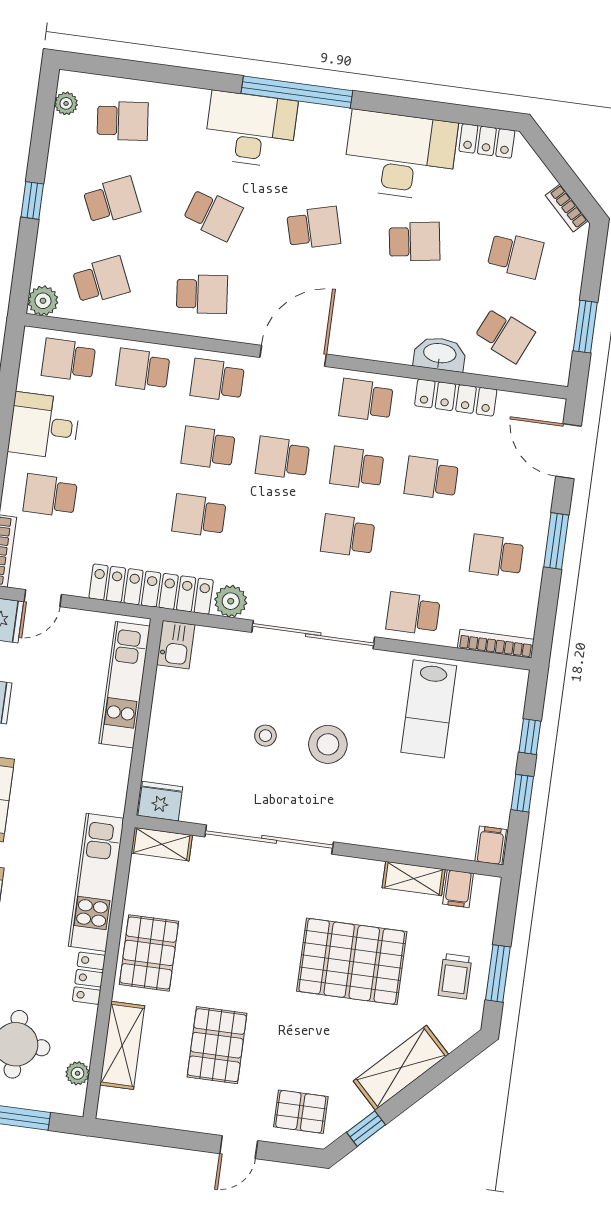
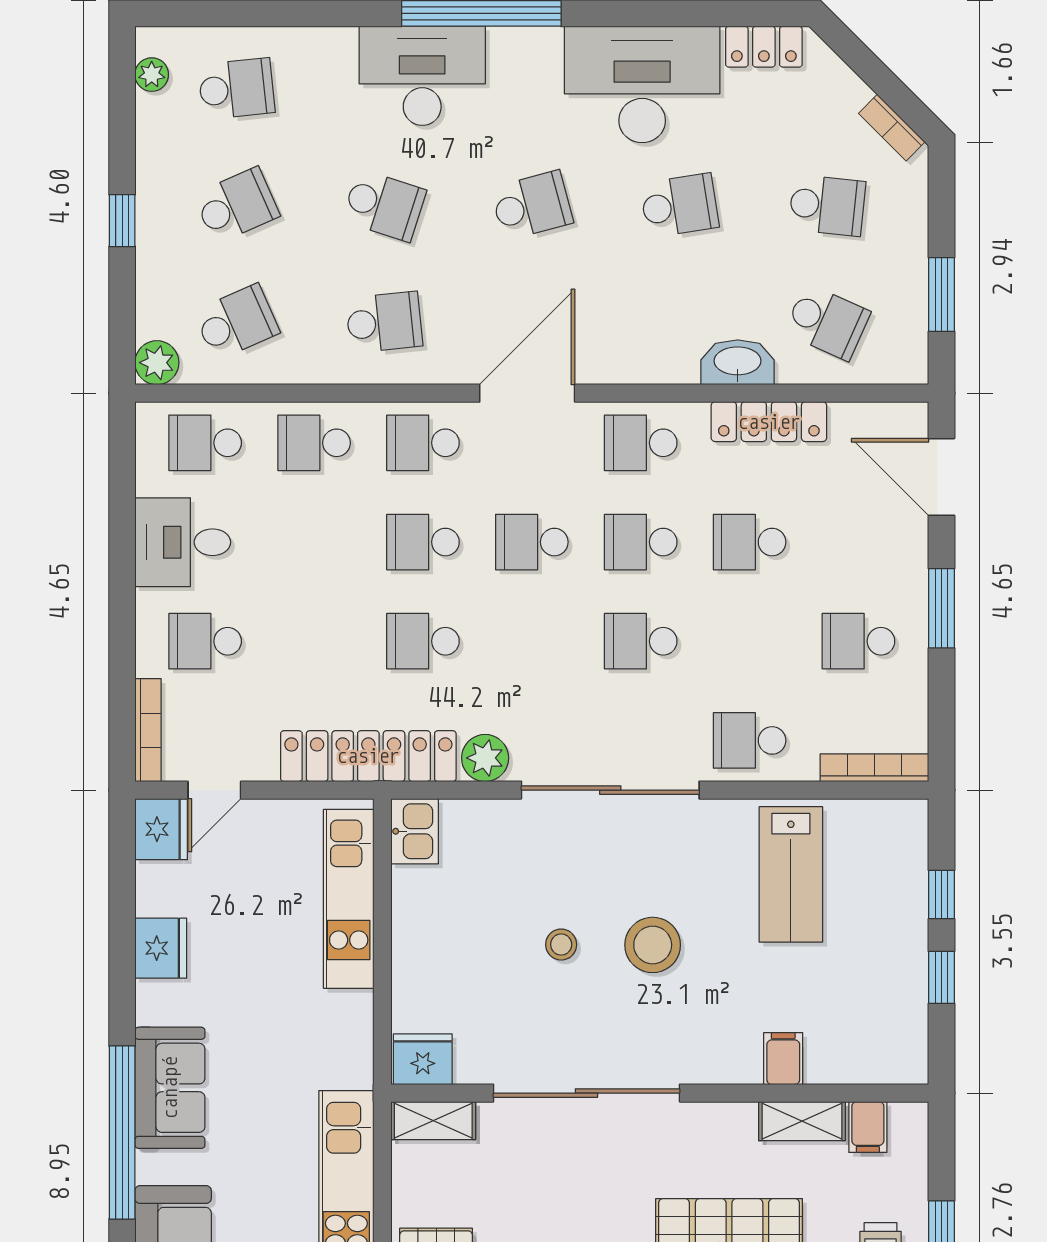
filing cabinet: (491, 845) -> (783, 1059), moved

